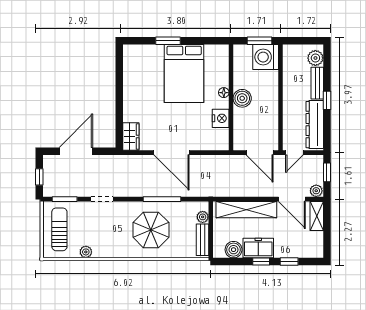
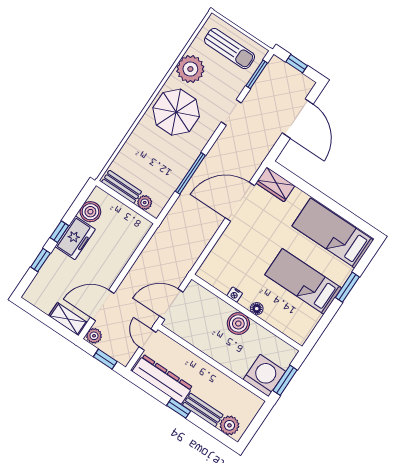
bed: (184, 73) -> (303, 281), width x0.67
bed: (138, 75) -> (333, 233), added
nightstand: (221, 118) -> (235, 295), width x0.53, depth x0.56
door: (172, 153) -> (240, 202), moved
shelving: (246, 210) -> (122, 252), removed
parasol: (151, 230) -> (176, 112), moved
plant: (86, 252) -> (190, 69), width x1.88, depth x1.88

